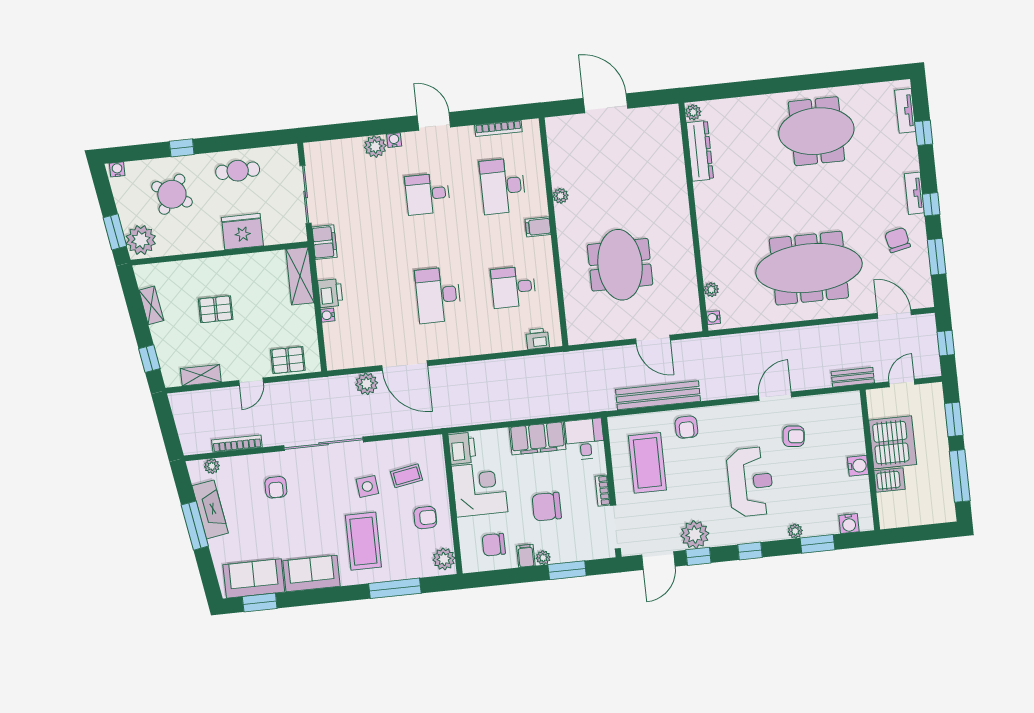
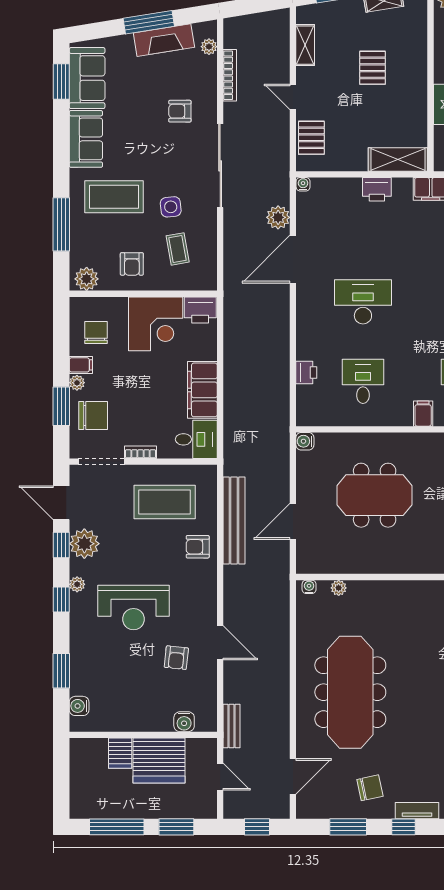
water cooler: (328, 315) -> (303, 184), moved
water cooler: (576, 336) -> (305, 441), added
printer: (538, 339) -> (306, 372), moved
water cooler: (858, 466) -> (184, 722), moved
chair: (547, 507) -> (93, 415), moved, turned 90
plant: (795, 531) -> (77, 584), moved

